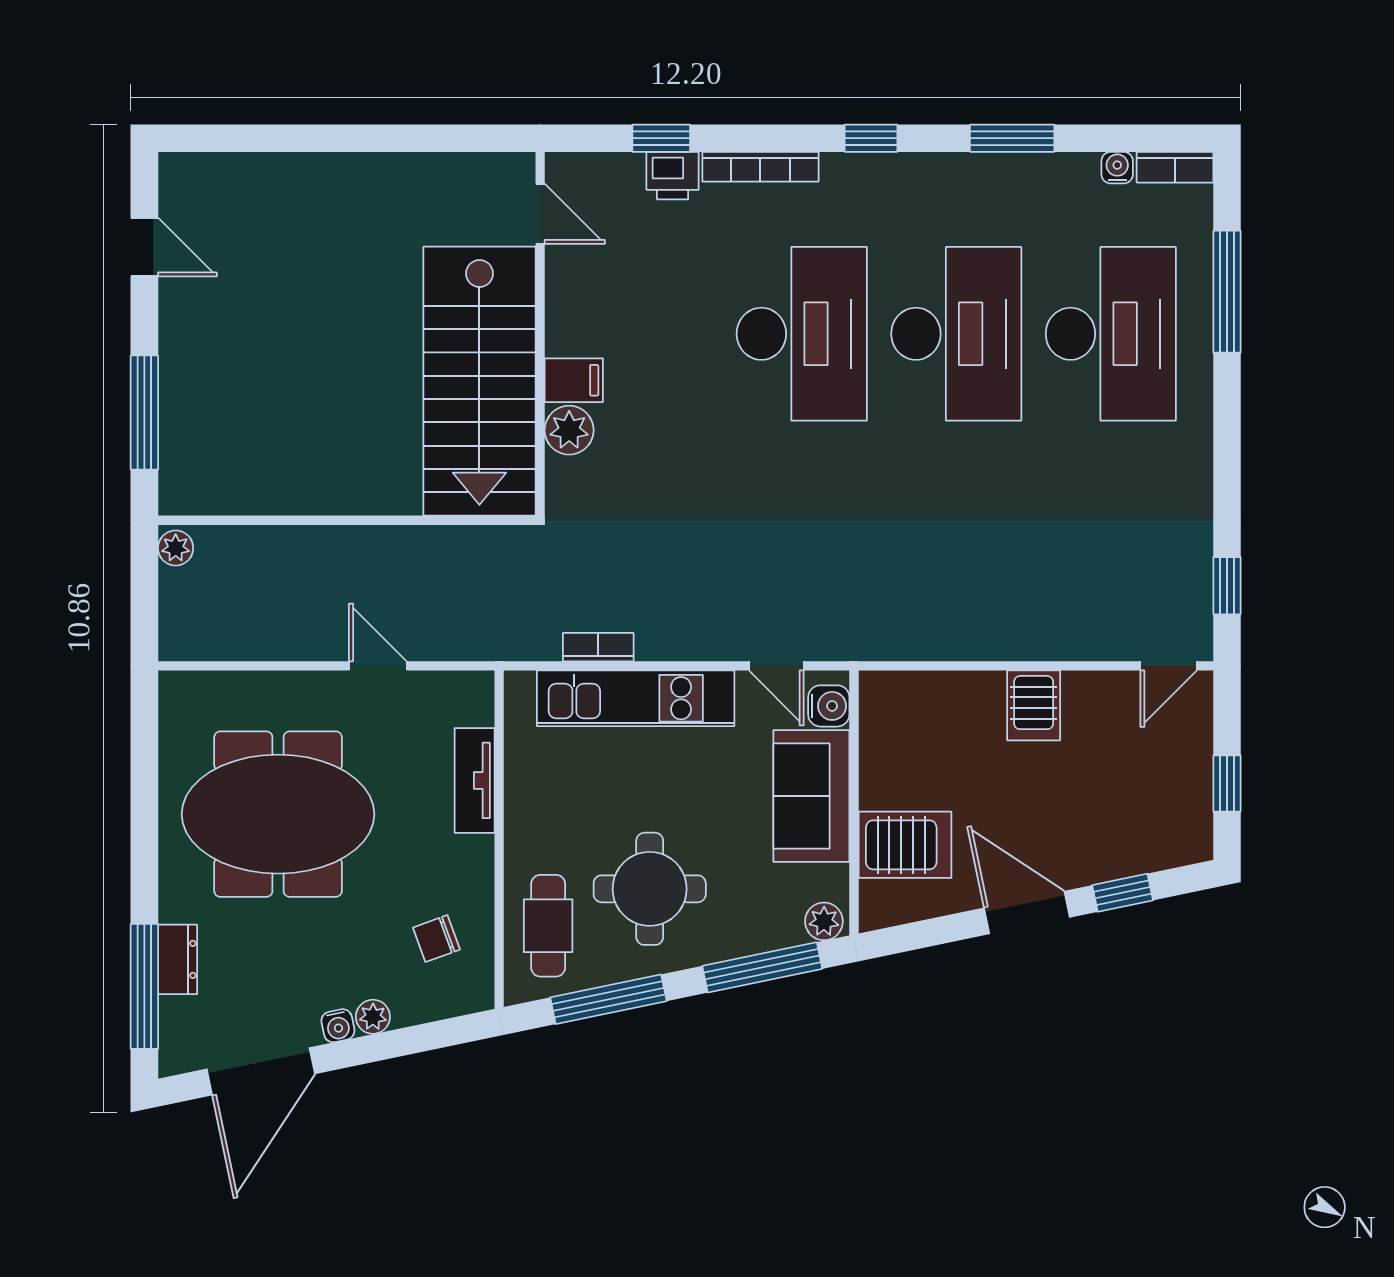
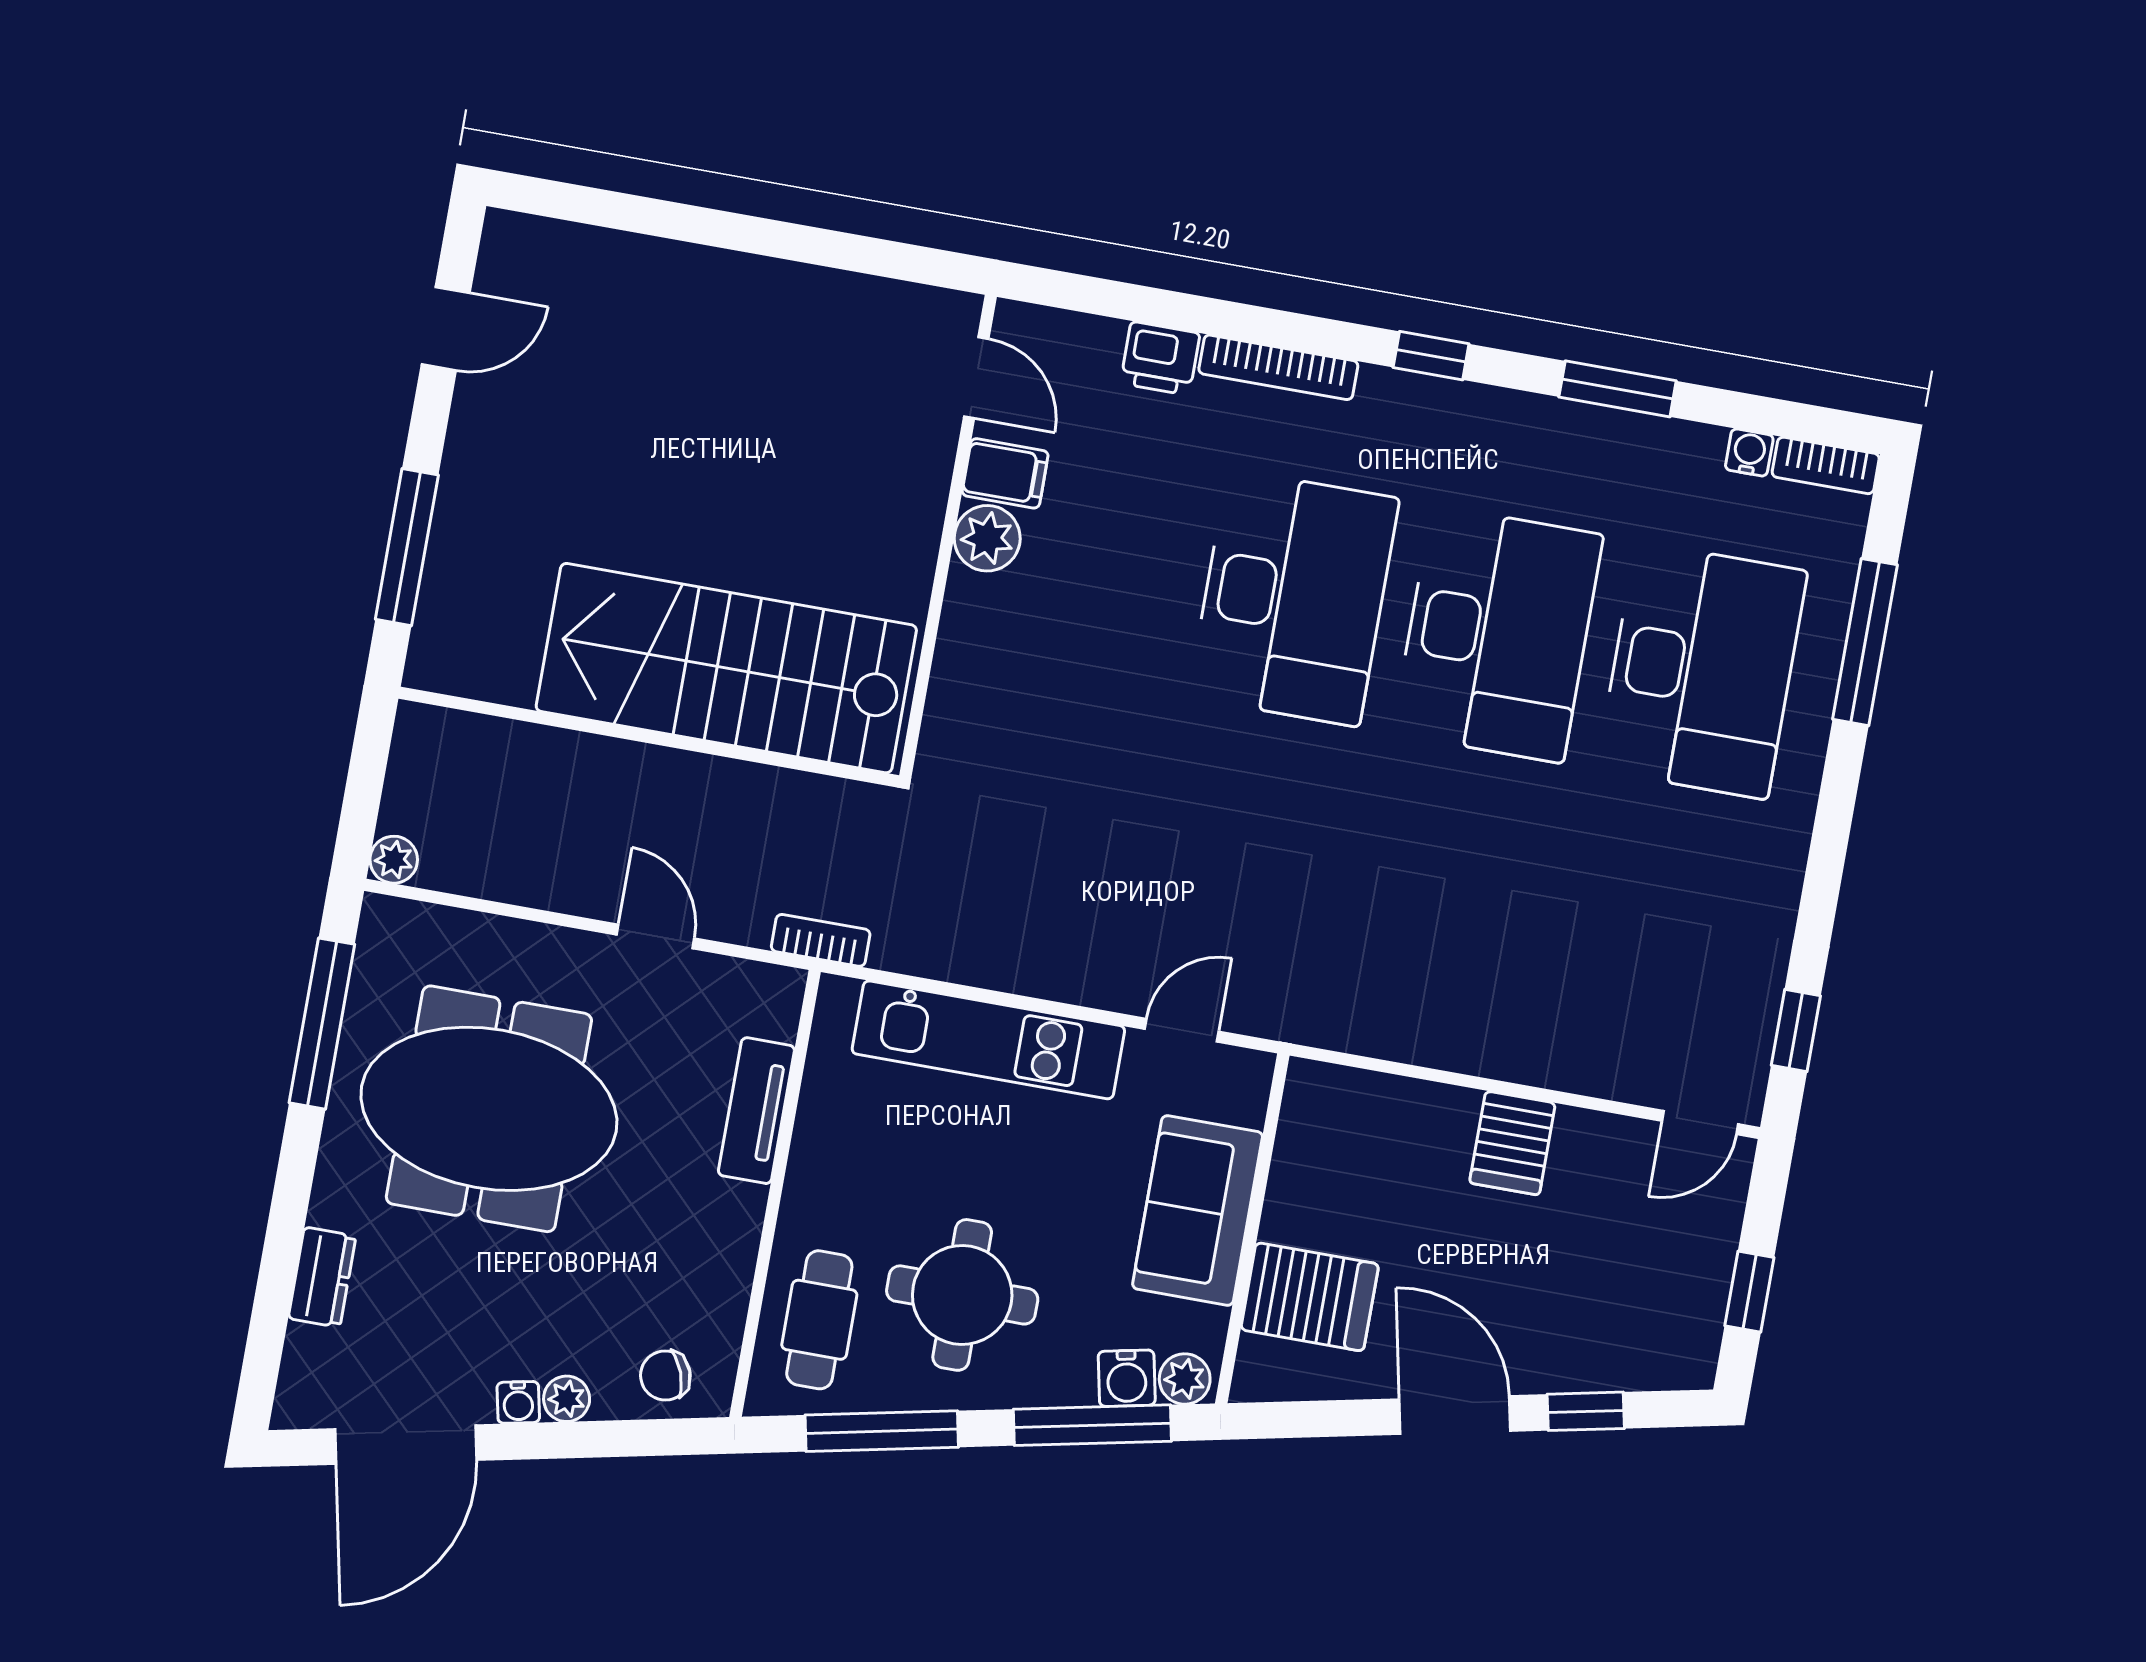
window: (661, 138) -> (1154, 306), removed
door: (144, 247) -> (446, 329), hinge flipped
filing cabinet: (574, 380) -> (1005, 473), moved
stairs: (479, 381) -> (726, 668), moved, turned 90
plant: (569, 430) -> (987, 538), moved
plant: (176, 548) -> (394, 860), moved
bookcase: (598, 647) -> (821, 940), moved
door: (776, 666) -> (1182, 1030), swing flipped
water cooler: (829, 706) -> (1127, 1378), moved, turned 78
chair: (436, 939) -> (665, 1375), moved
window: (144, 986) -> (322, 1024), moved

